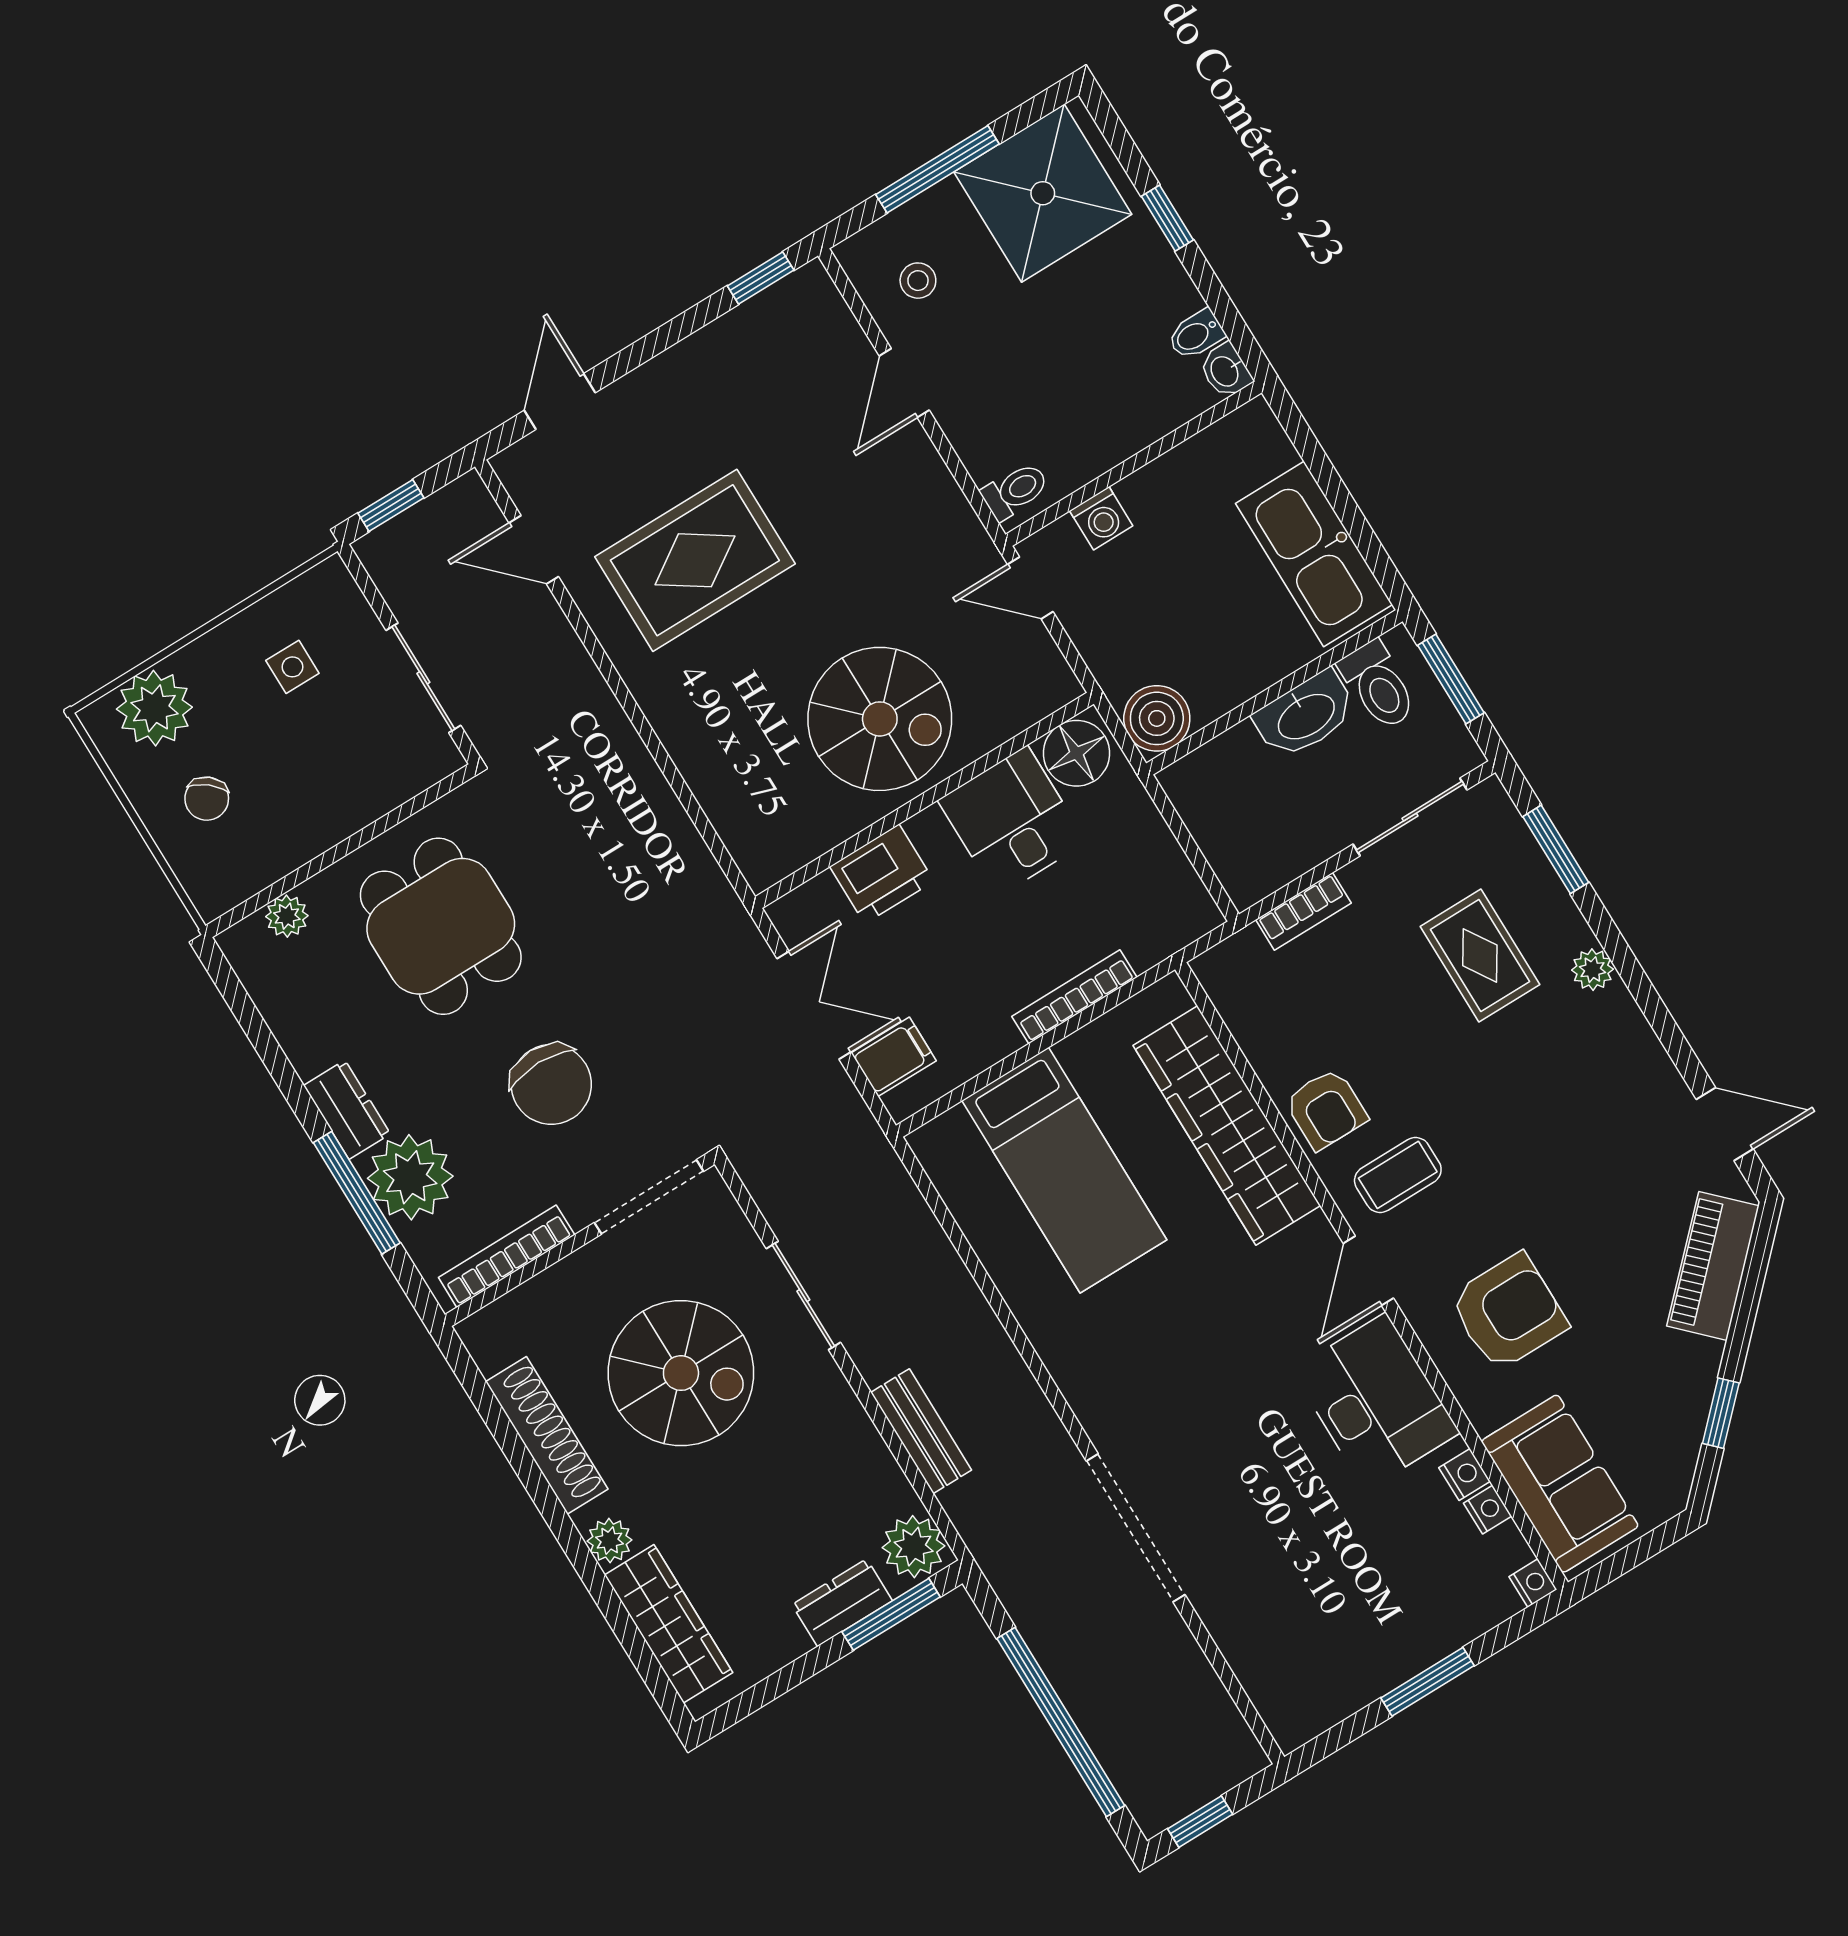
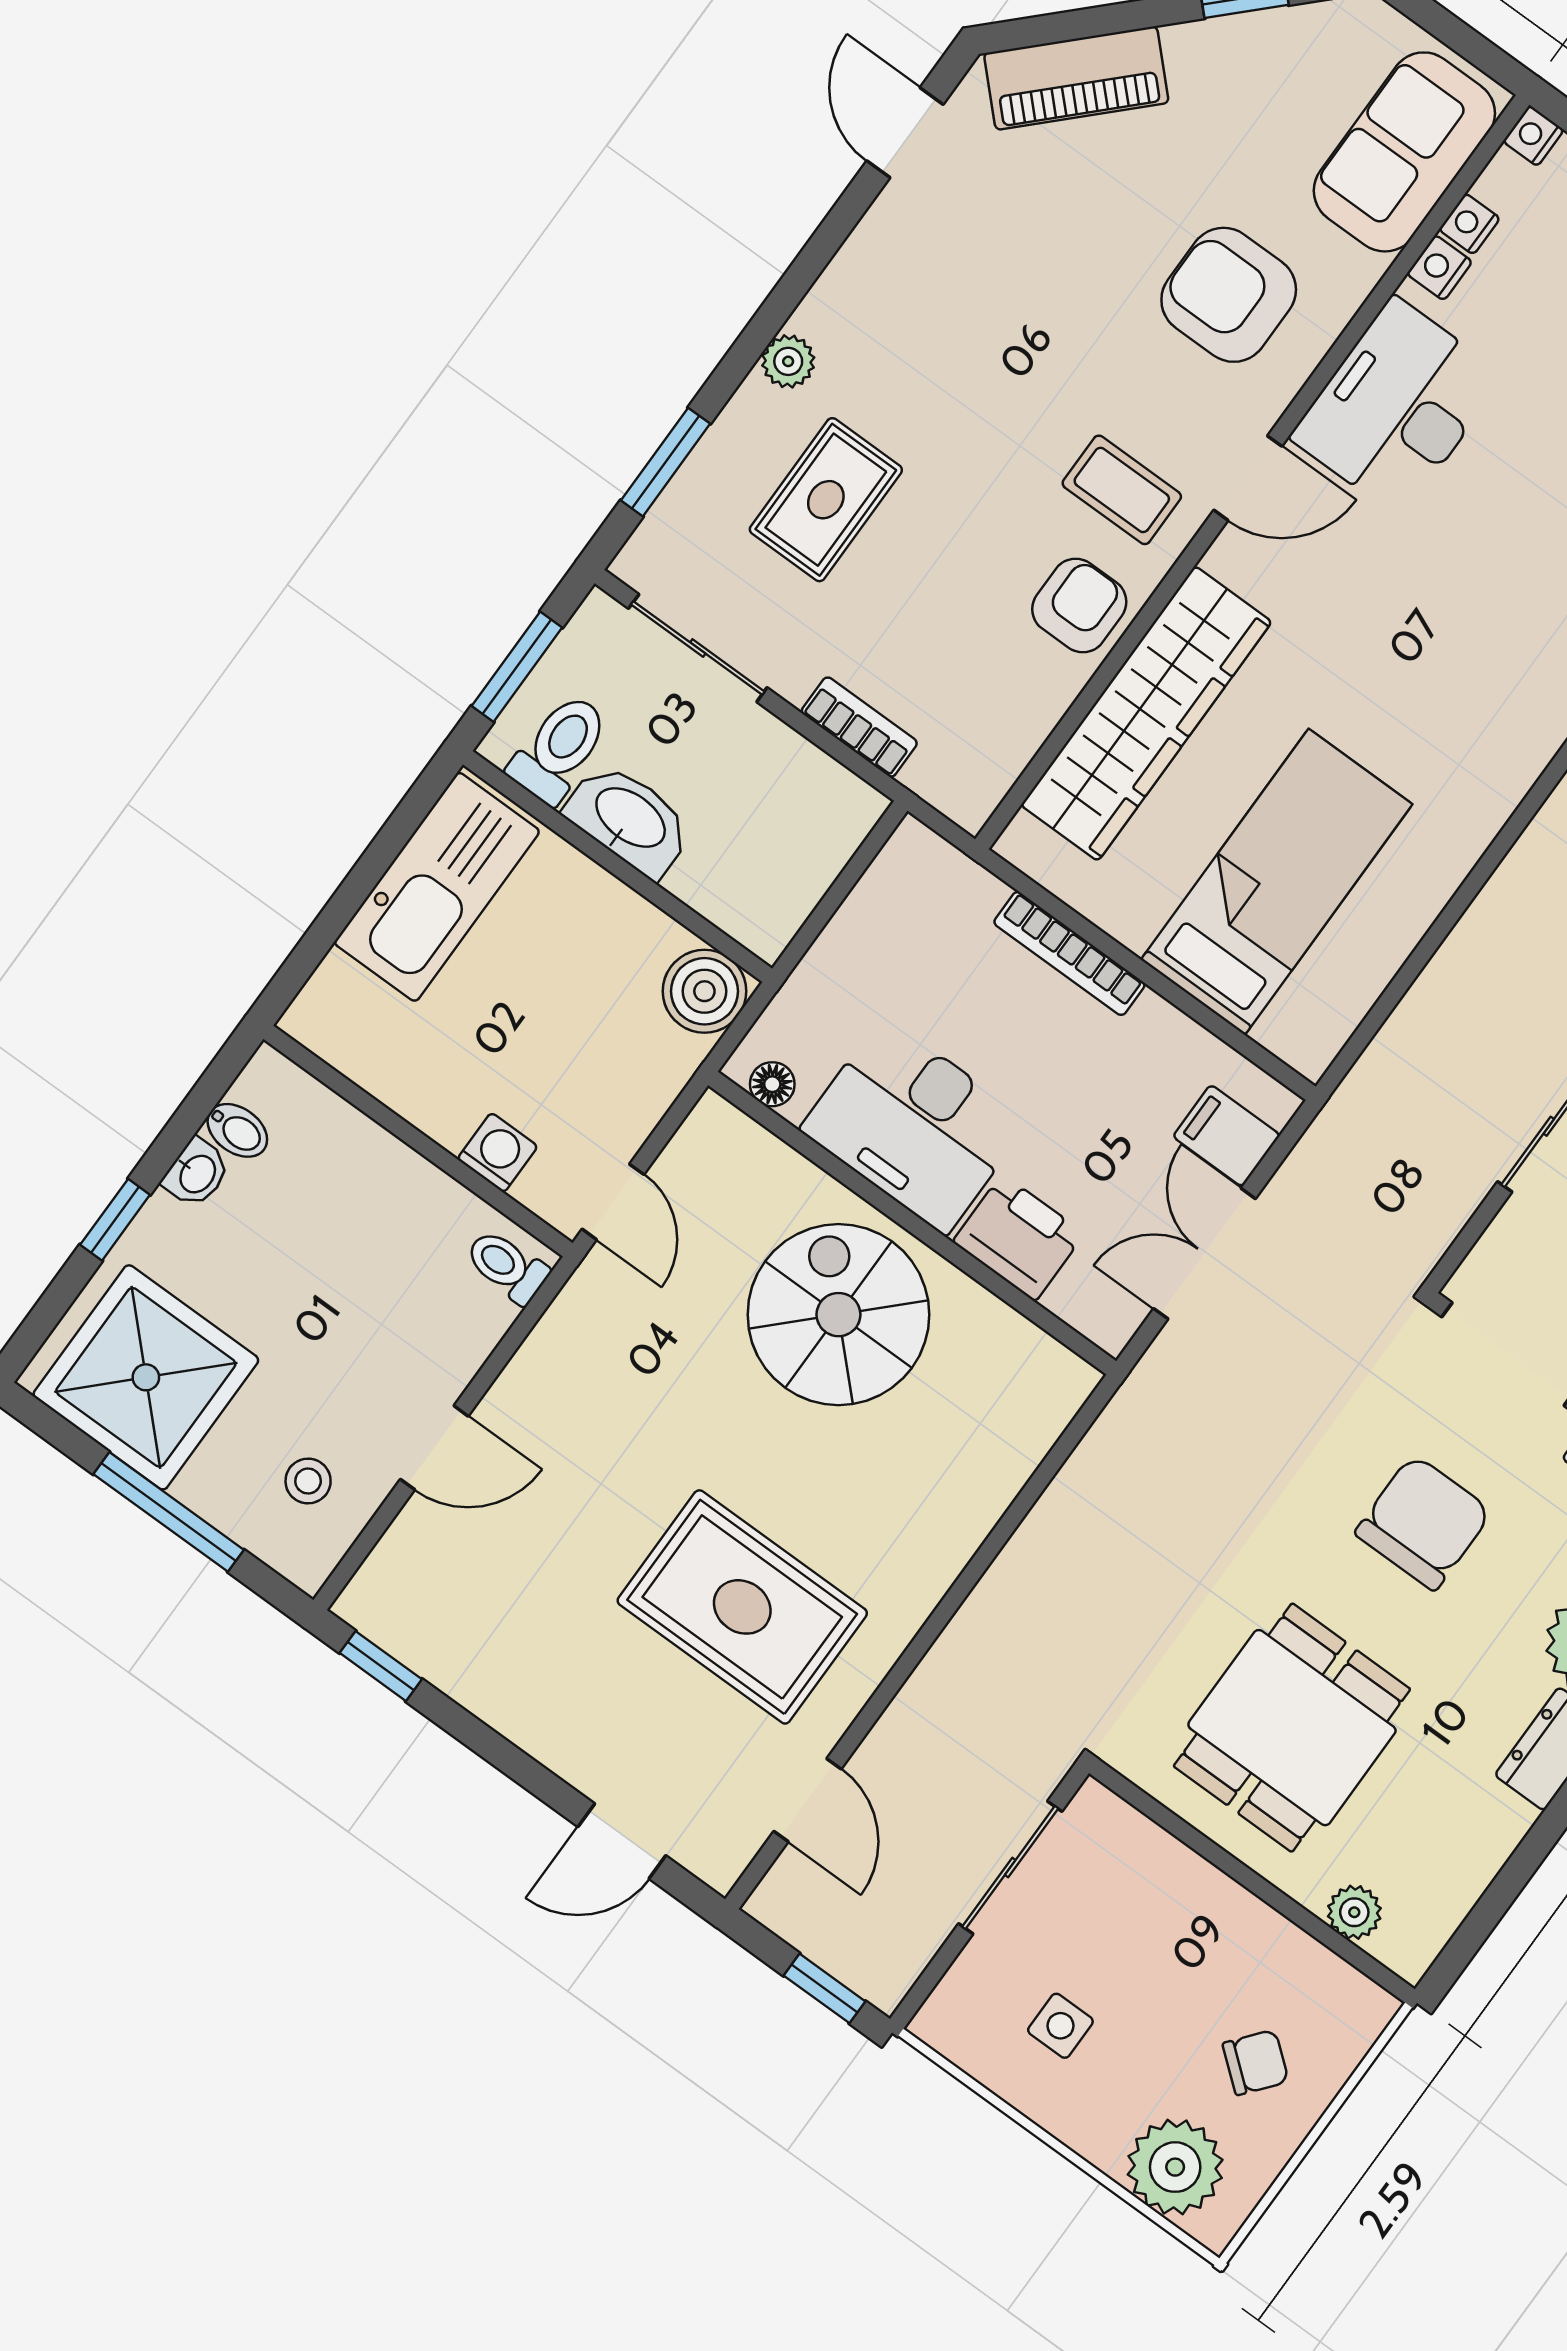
washbasin: (1226, 371) -> (197, 1173), moved
floor lamp: (1077, 753) -> (772, 1084), width x0.53, depth x0.53
desk: (1012, 821) -> (914, 1125), width x1.37

